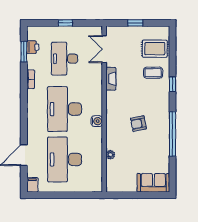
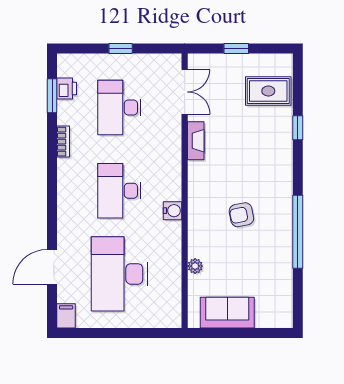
double door: (104, 49) -> (185, 92), swing flipped
coffee table: (153, 73) -> (266, 131), removed
window: (173, 84) -> (298, 128), moved
desk: (65, 109) -> (119, 191), width x0.73, depth x0.77
sofa: (153, 183) -> (227, 313), moved

